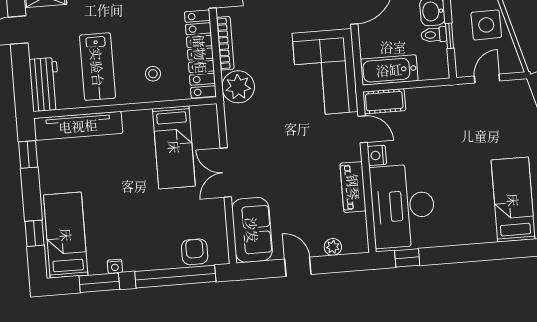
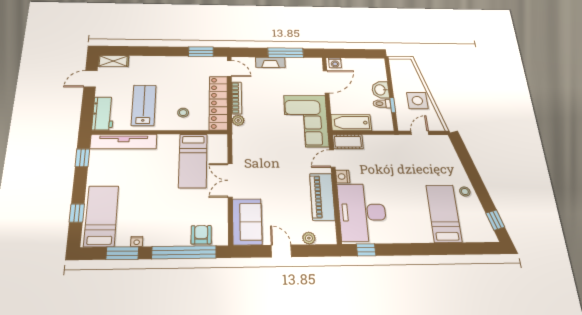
lab bench: (97, 67) -> (144, 105), turned 180
plant: (238, 87) -> (238, 120), width x0.53, depth x0.53
door: (363, 129) -> (332, 159), swing flipped
piano: (353, 187) -> (322, 197), width x1.37, depth x1.33

